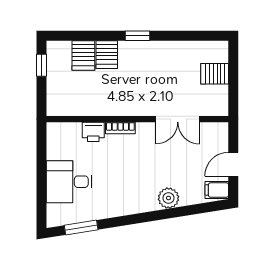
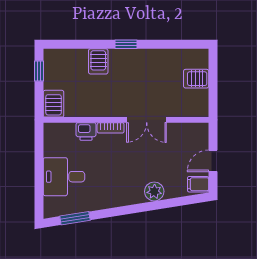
server rack: (83, 56) -> (54, 104), moved, turned 180
double door: (178, 119) -> (147, 120), moved

